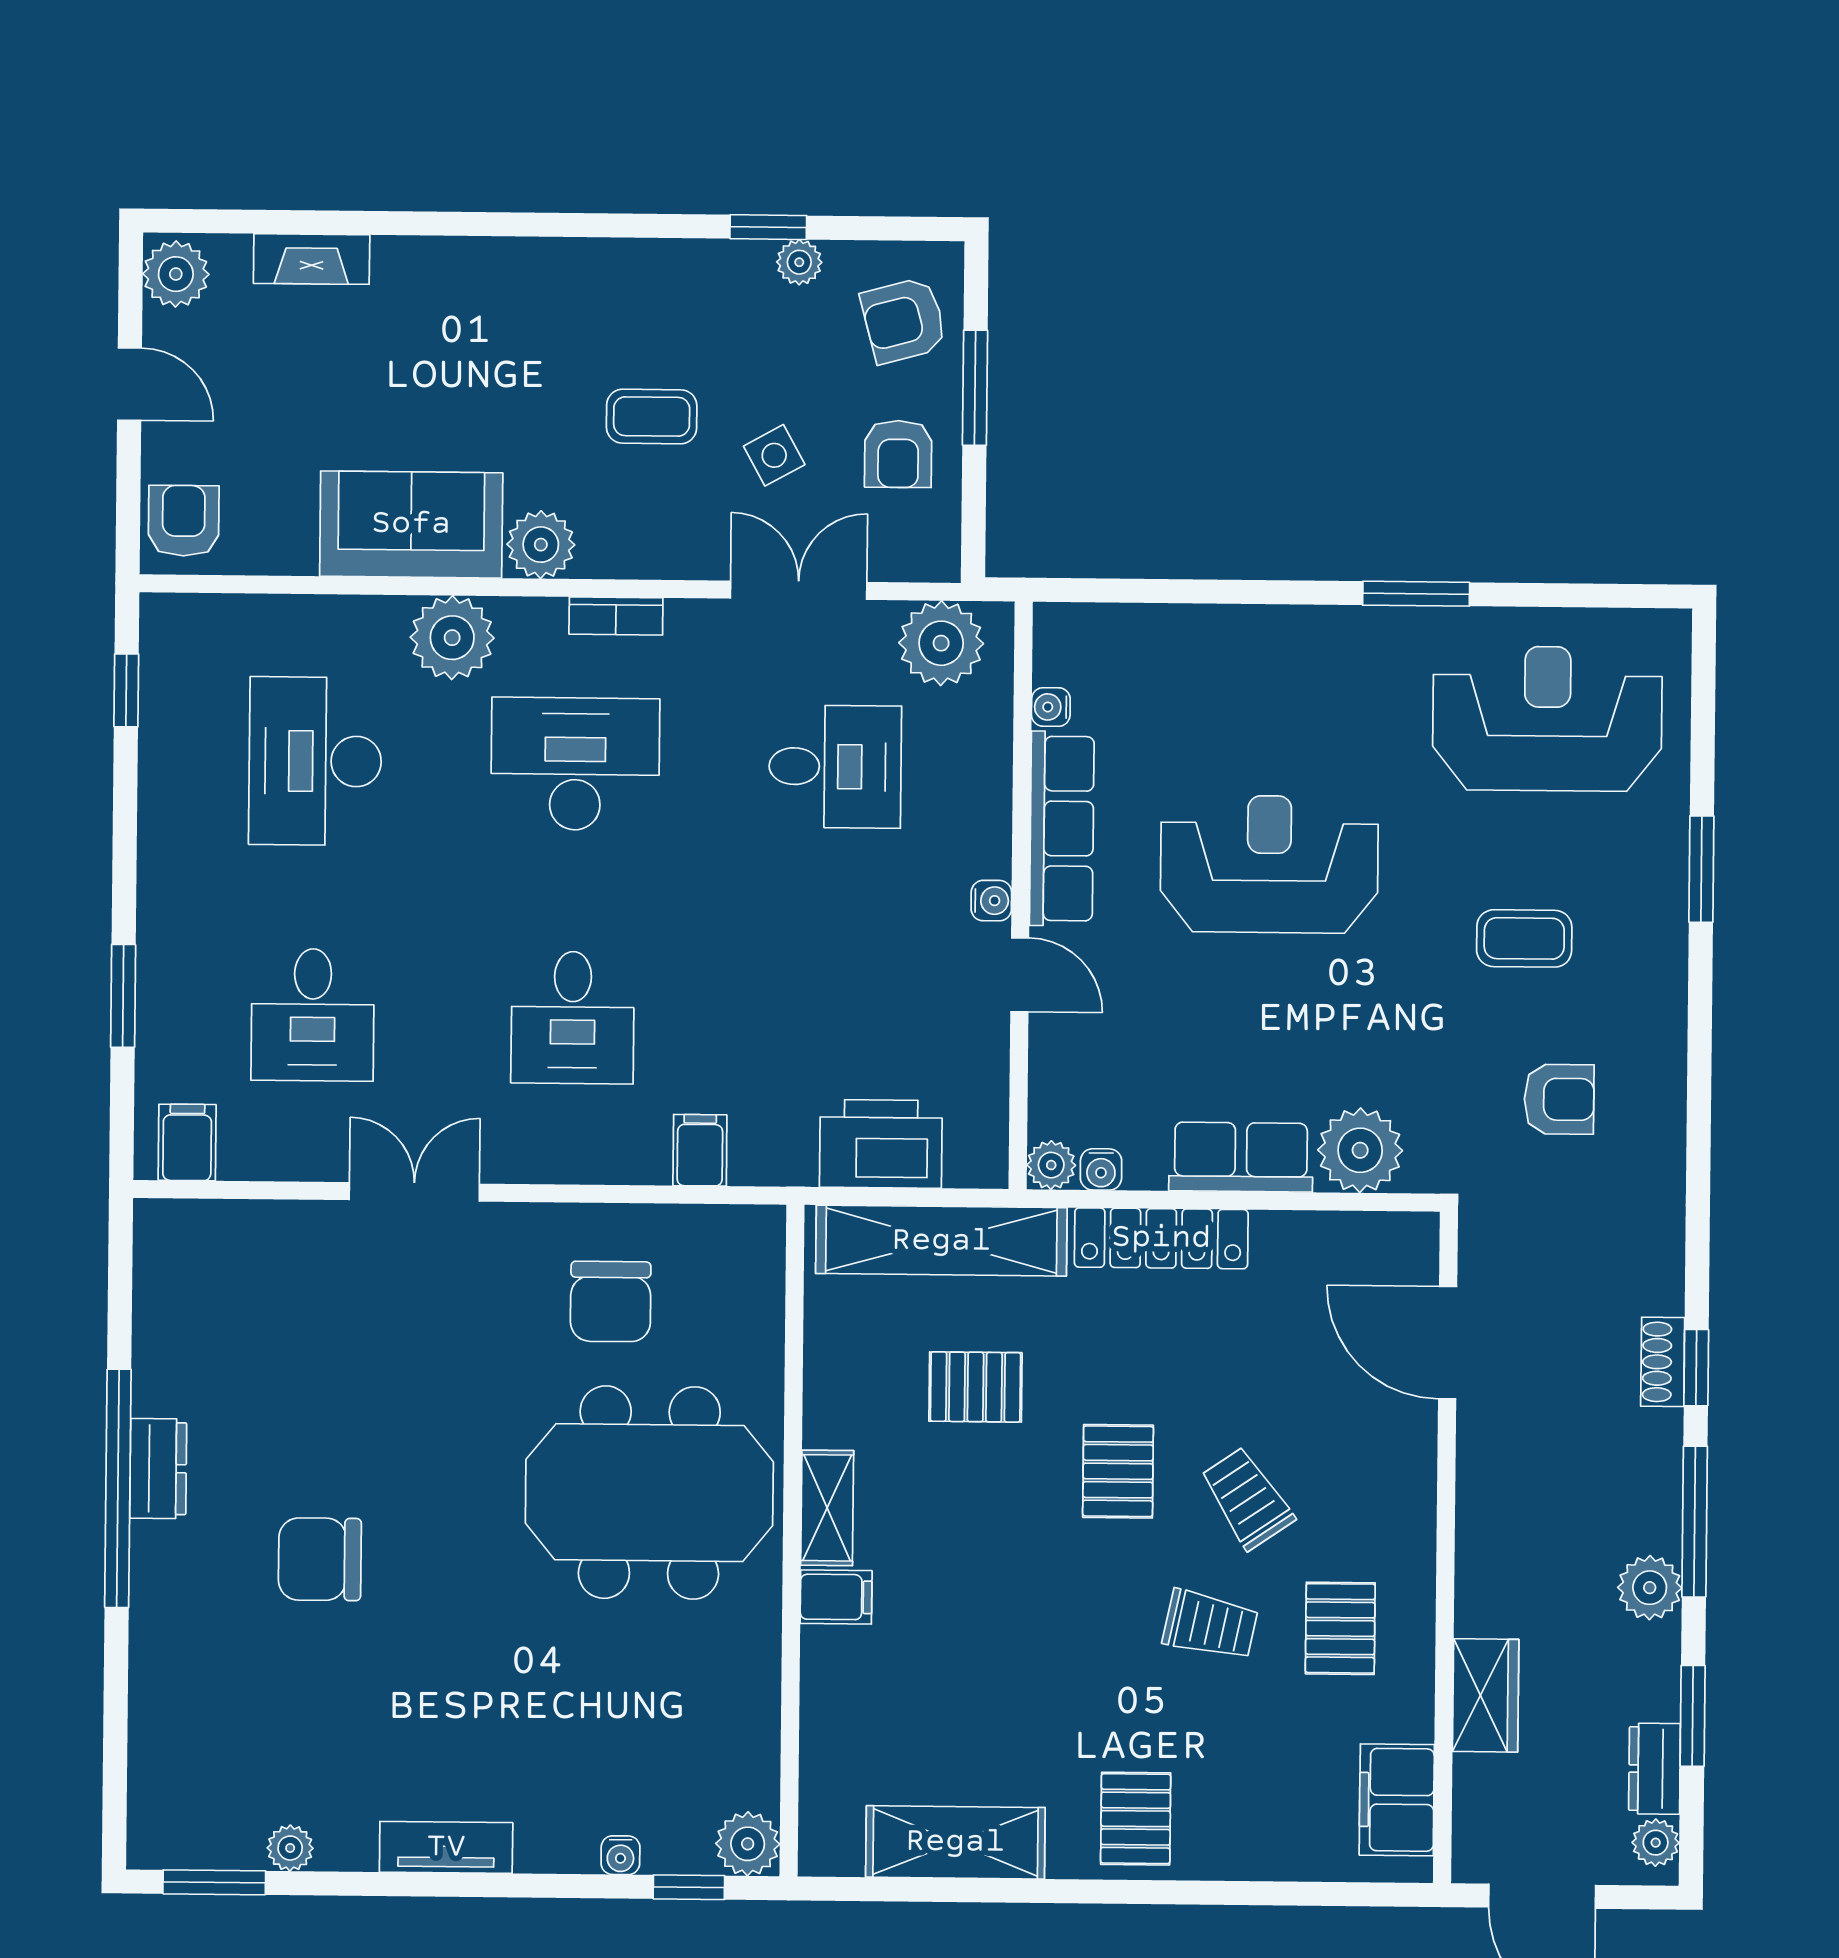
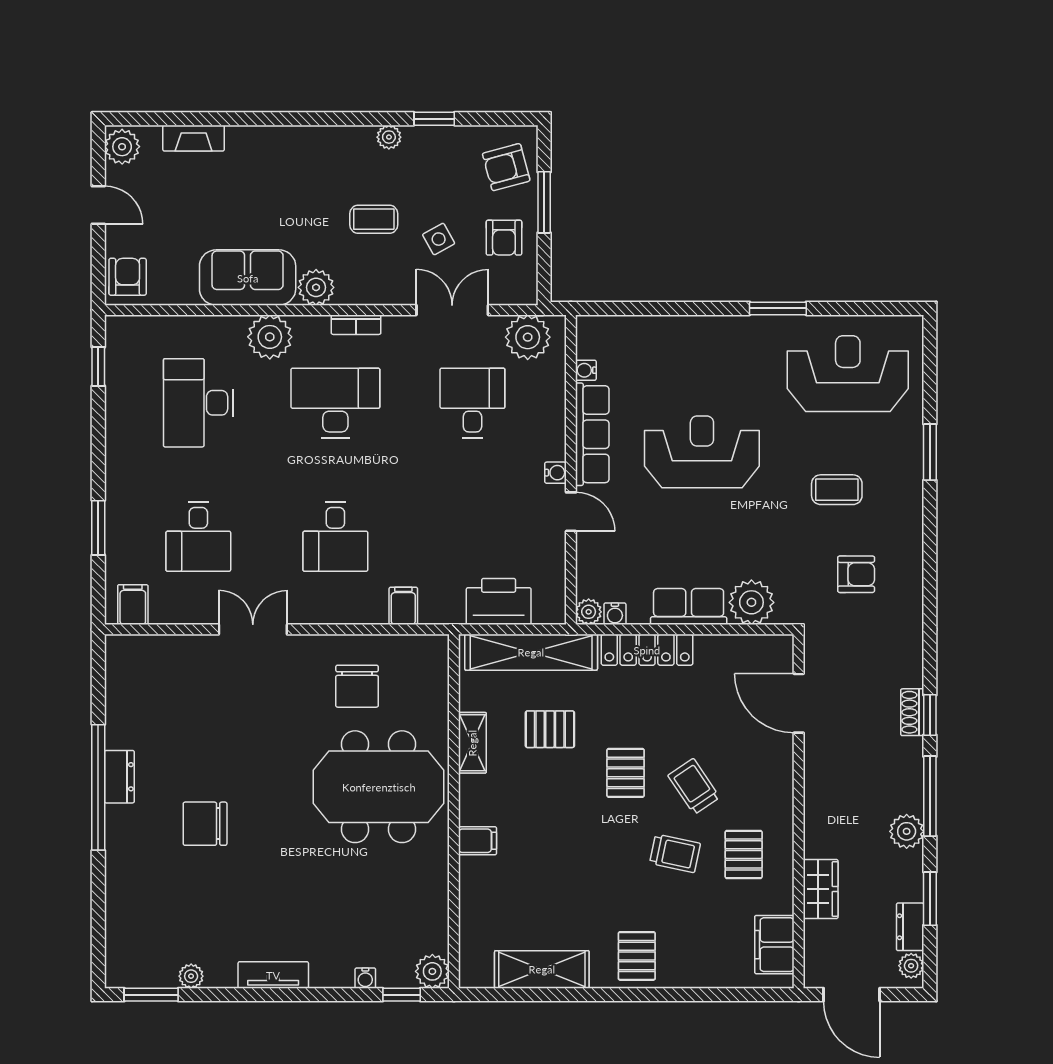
plant: (799, 262) -> (389, 137), moved
desk: (835, 767) -> (472, 403), turned -90
shelving: (827, 1508) -> (472, 743), moved

